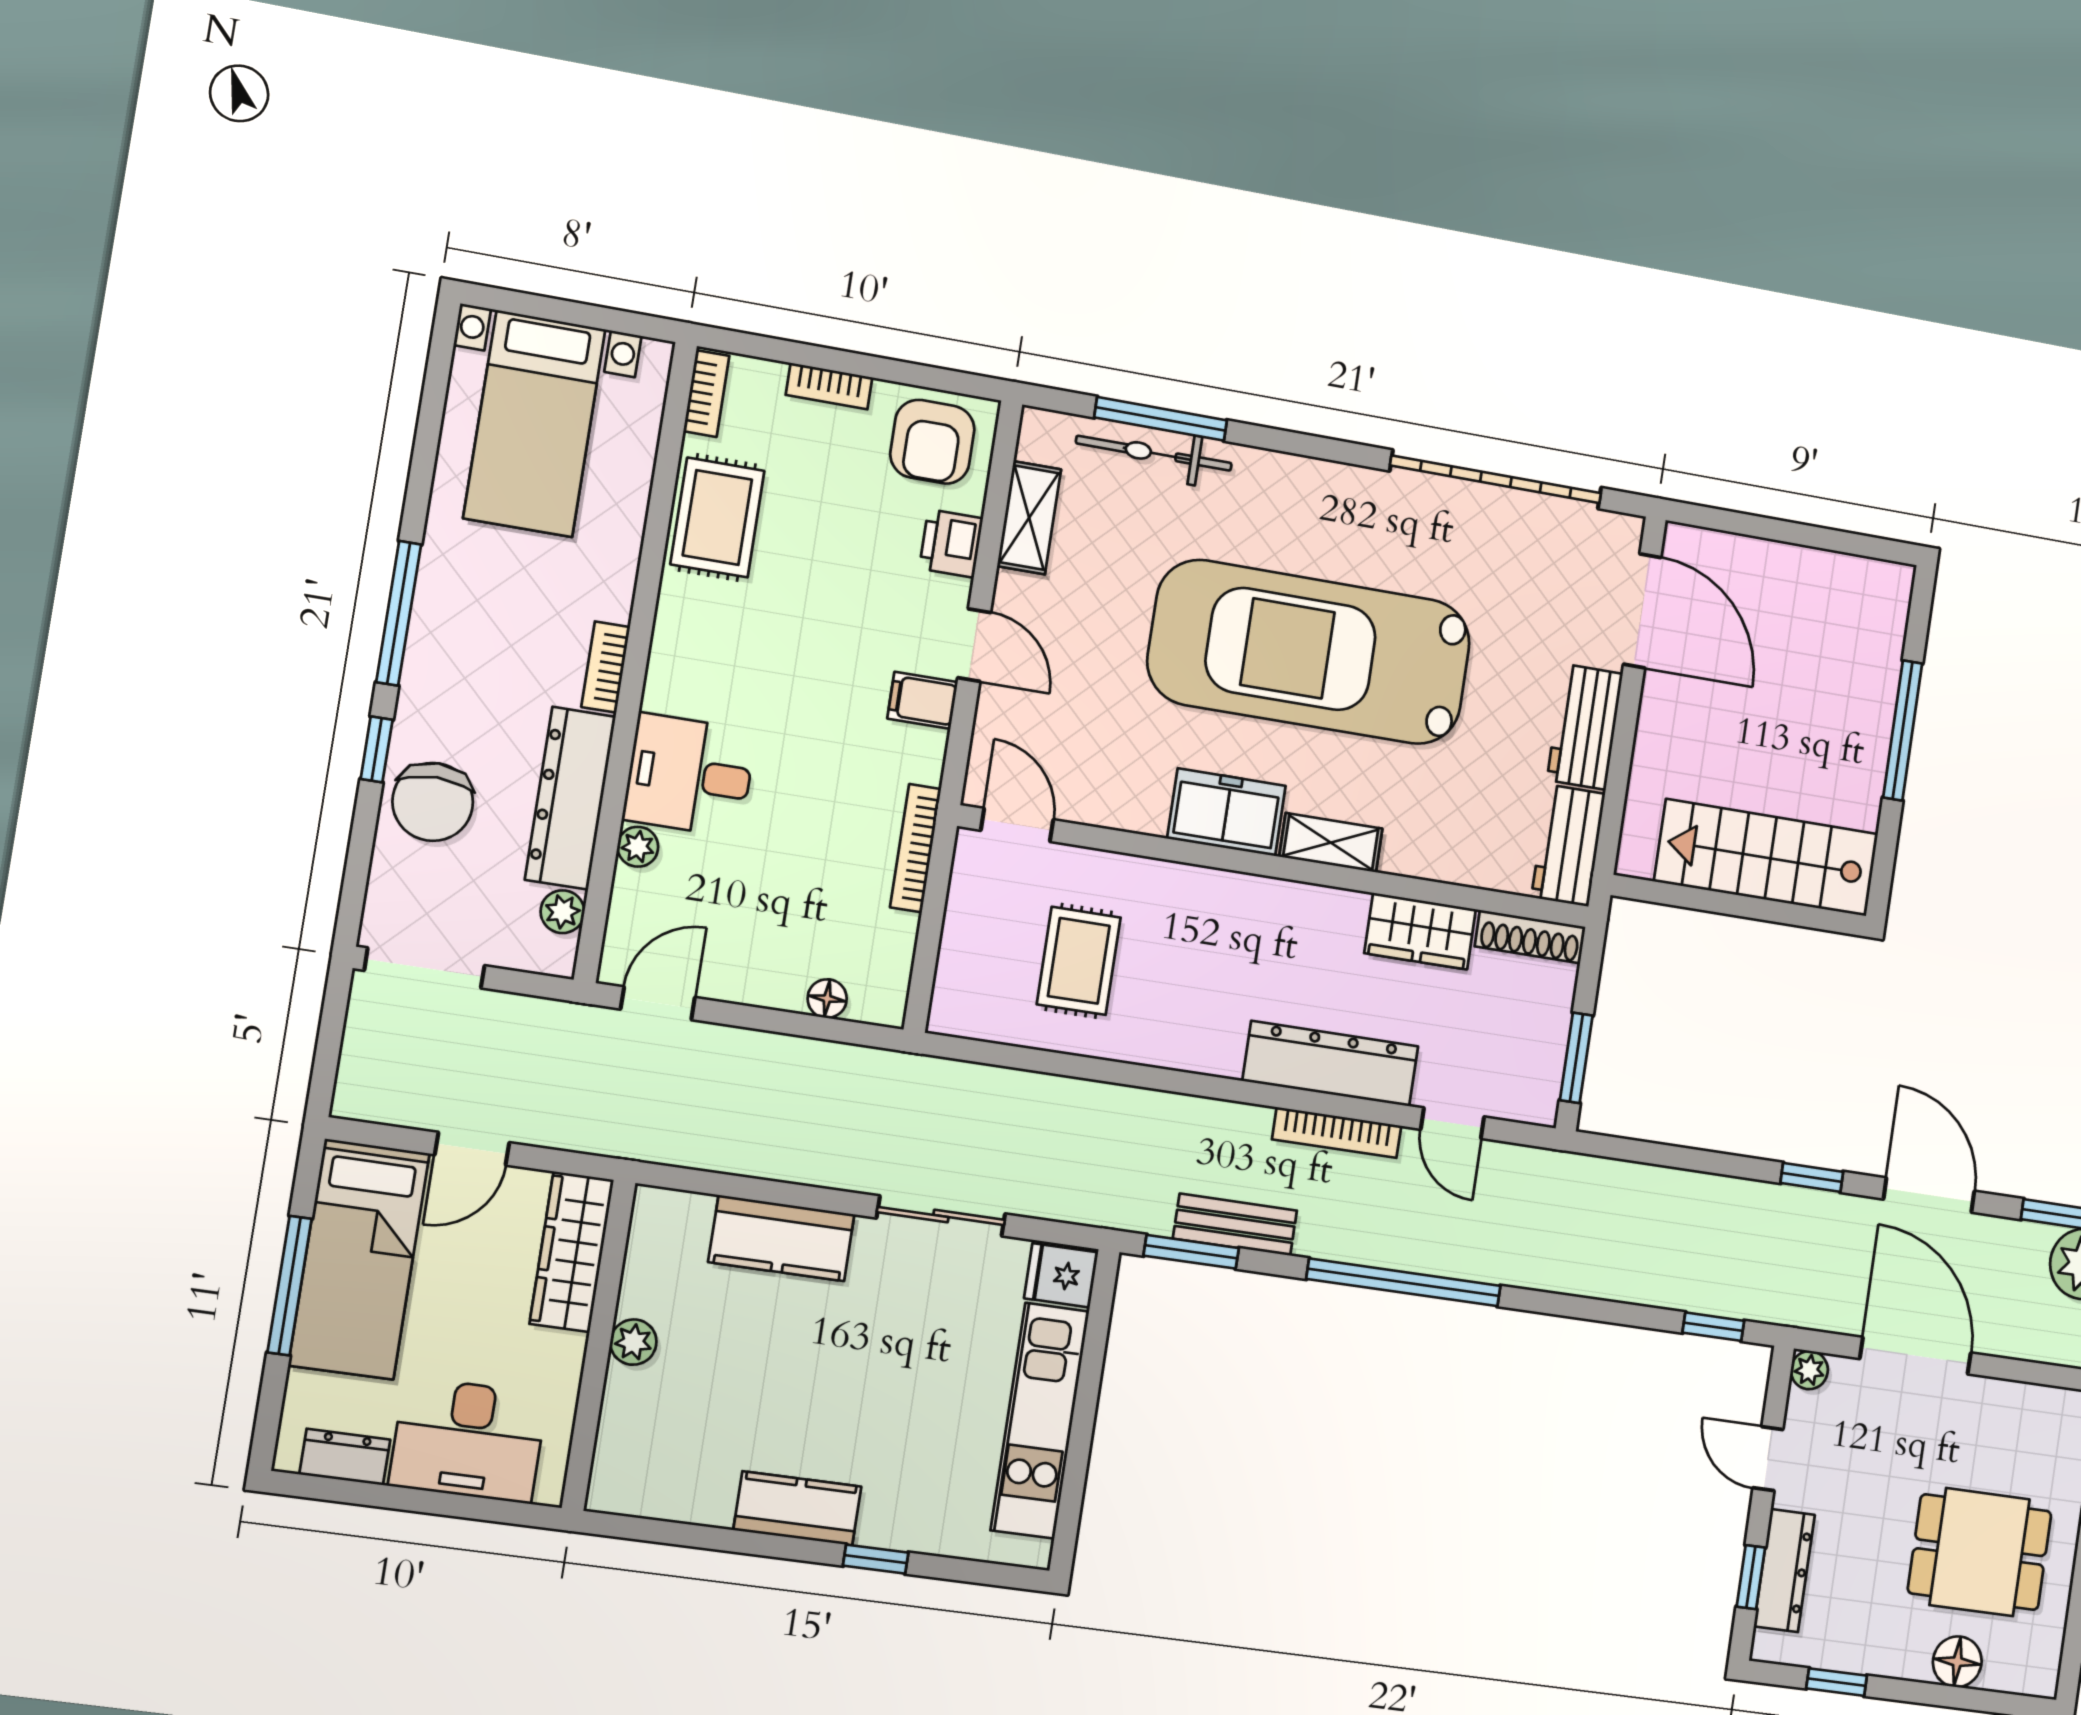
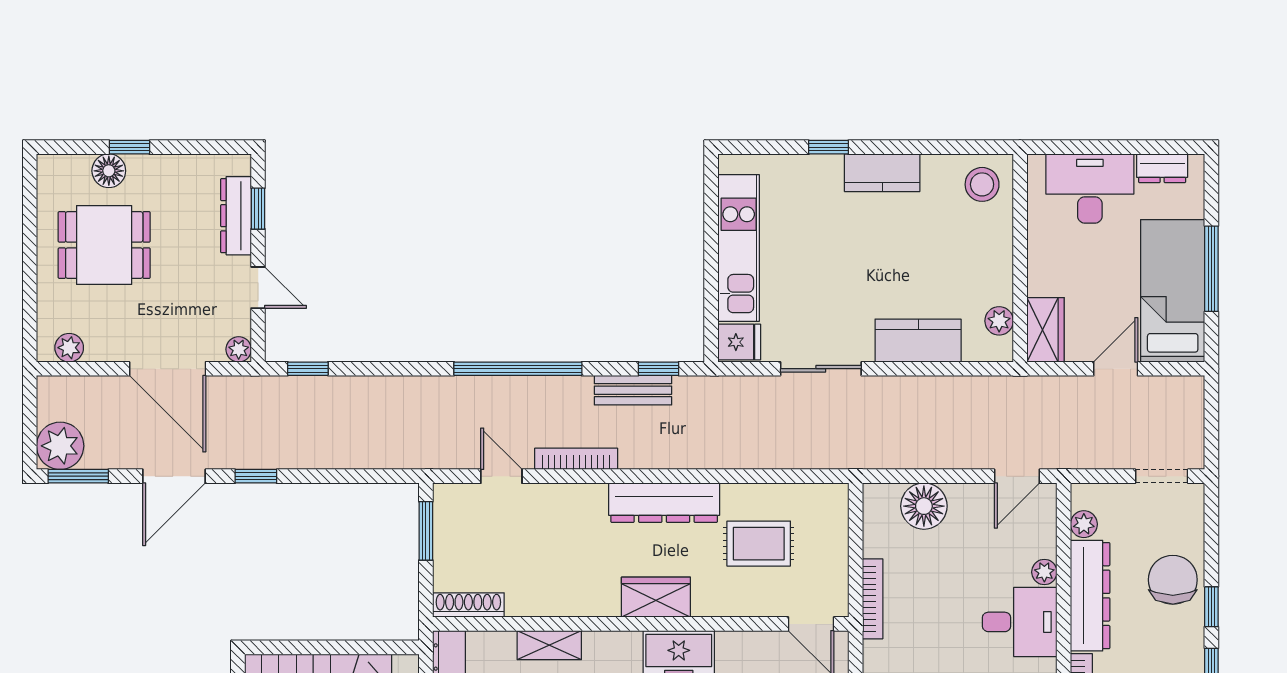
shelving: (1331, 843) -> (549, 645), moved
wardrobe: (1420, 931) -> (656, 597), moved
rug: (1079, 961) -> (759, 544), turned 90
doorway: (424, 968) -> (1162, 476), width x0.73
floor lamp: (827, 999) -> (924, 506), width x1.89, depth x1.89
dresser: (1330, 1064) -> (664, 503), moved
door: (1929, 1195) -> (174, 476), hinge flipped
wardrobe: (572, 1252) -> (1045, 330), width x0.67
window: (1191, 1252) -> (659, 369), width x0.67
plant: (633, 1342) -> (999, 321), moved
plant: (2051, 1407) -> (69, 348), added
stool: (641, 1469) -> (982, 184), added
window: (1837, 1682) -> (129, 147), moved

